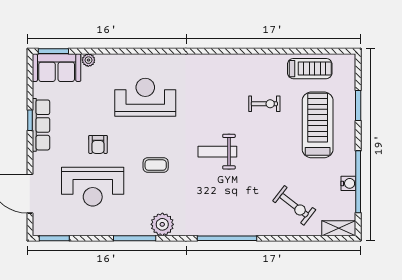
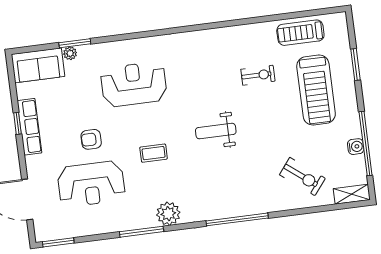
window: (53, 51) -> (75, 43), moved
treadmill: (310, 69) -> (300, 33), turned 180
treadmill: (318, 125) -> (316, 90), turned 180
armchair: (98, 144) -> (91, 139), turned 90

